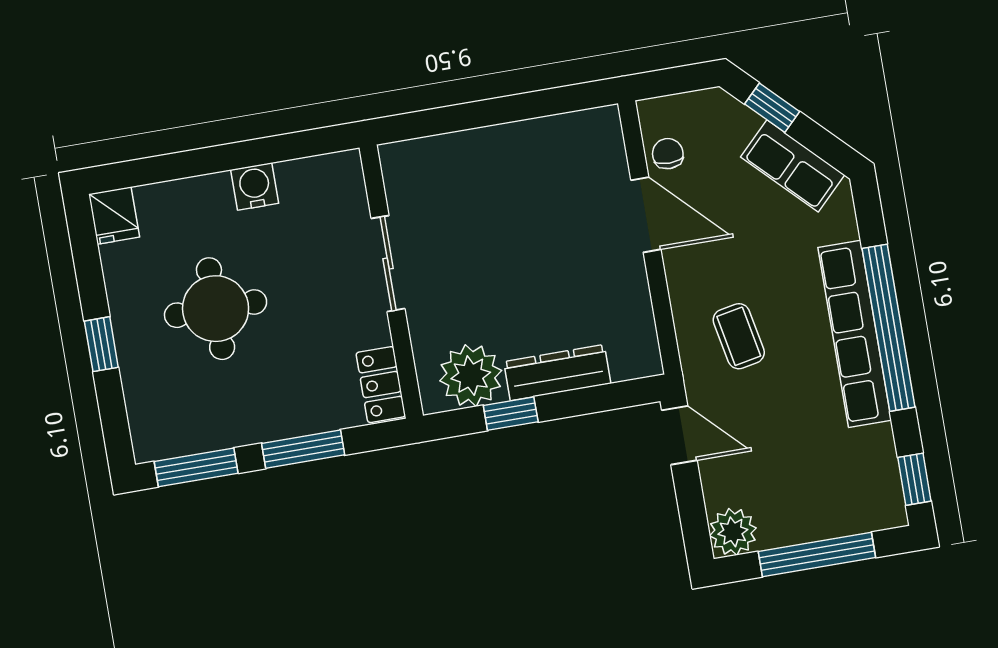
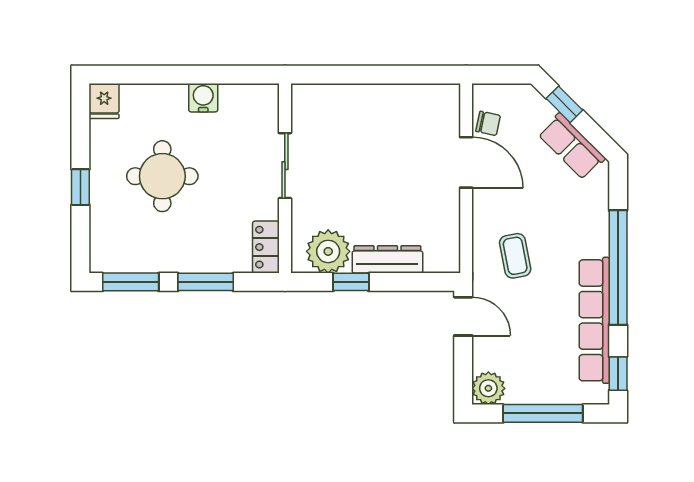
chair: (668, 154) -> (488, 123), turned 102
row of seats: (855, 334) -> (594, 320), moved

